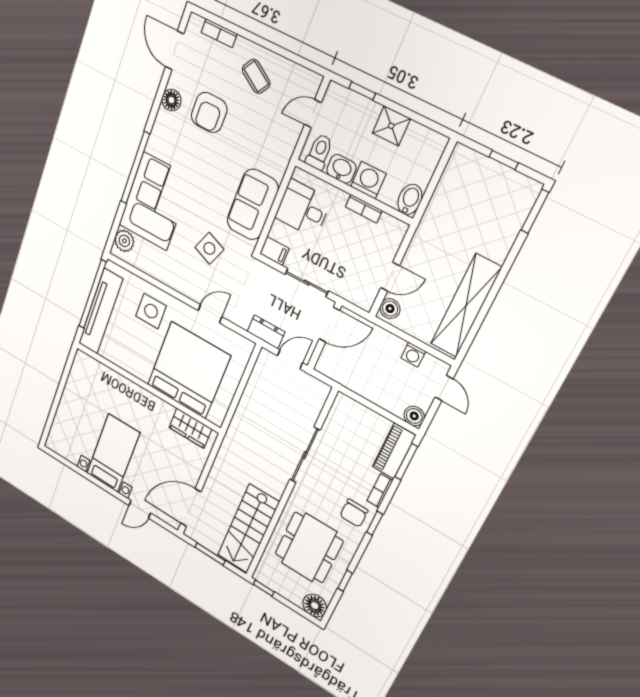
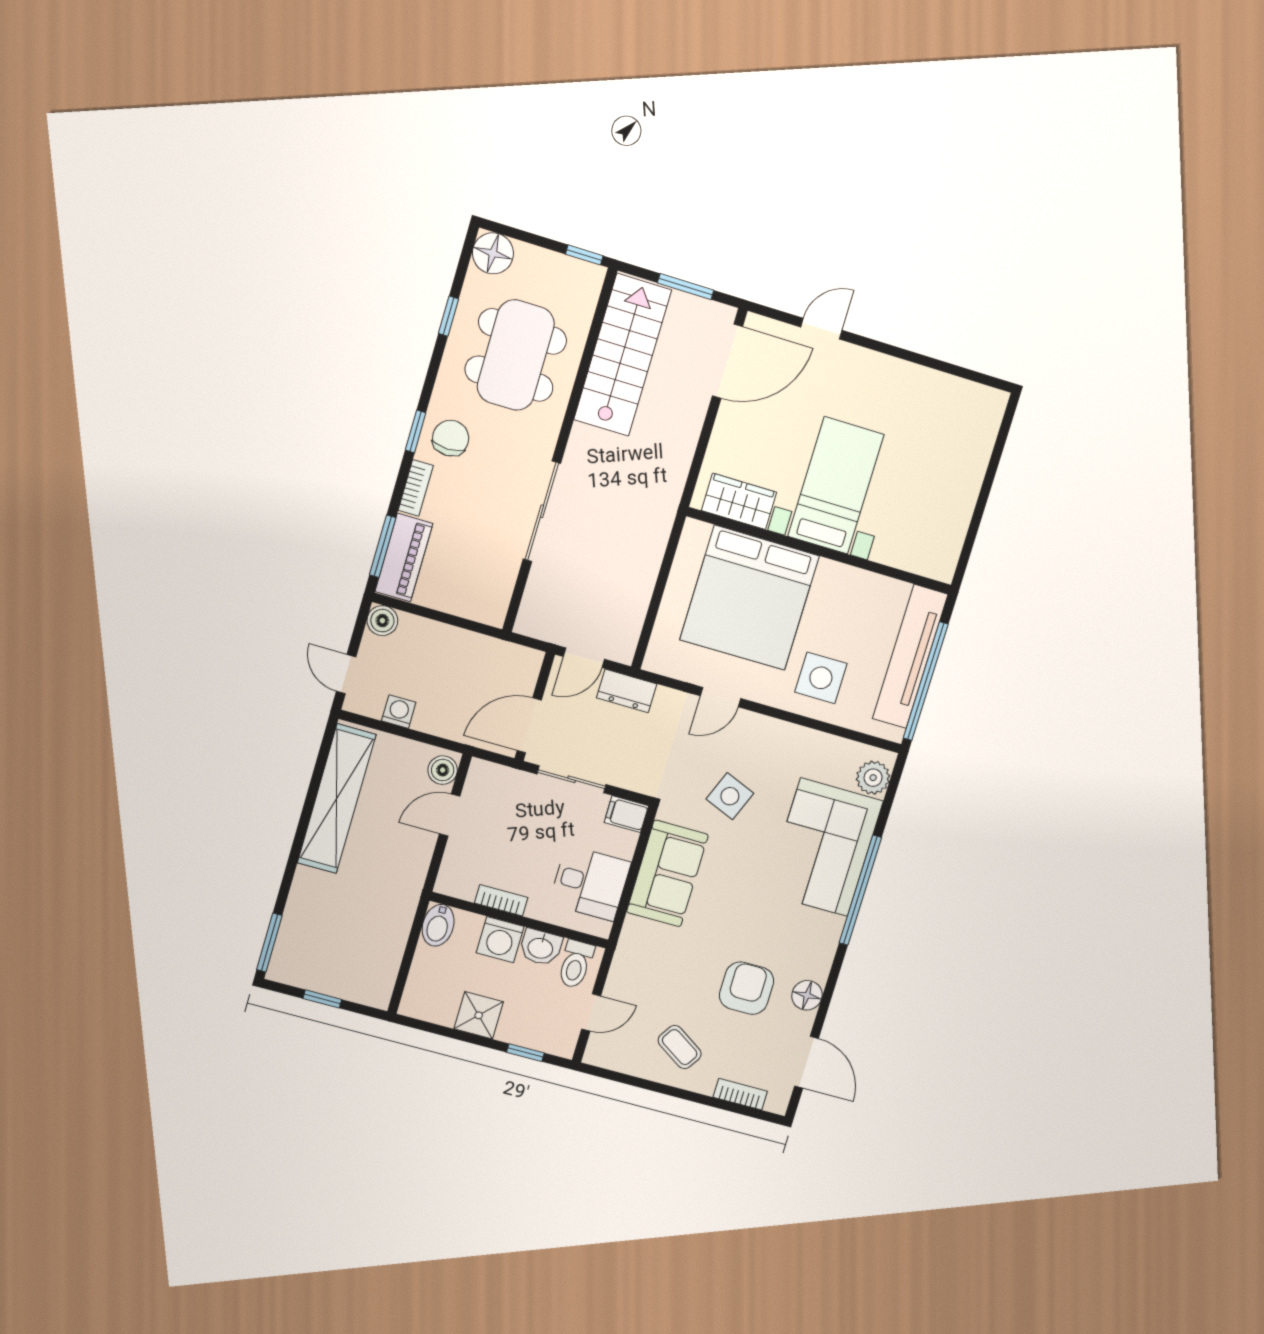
bed with nightstands: (113, 453) -> (836, 485), moved, turned 180

